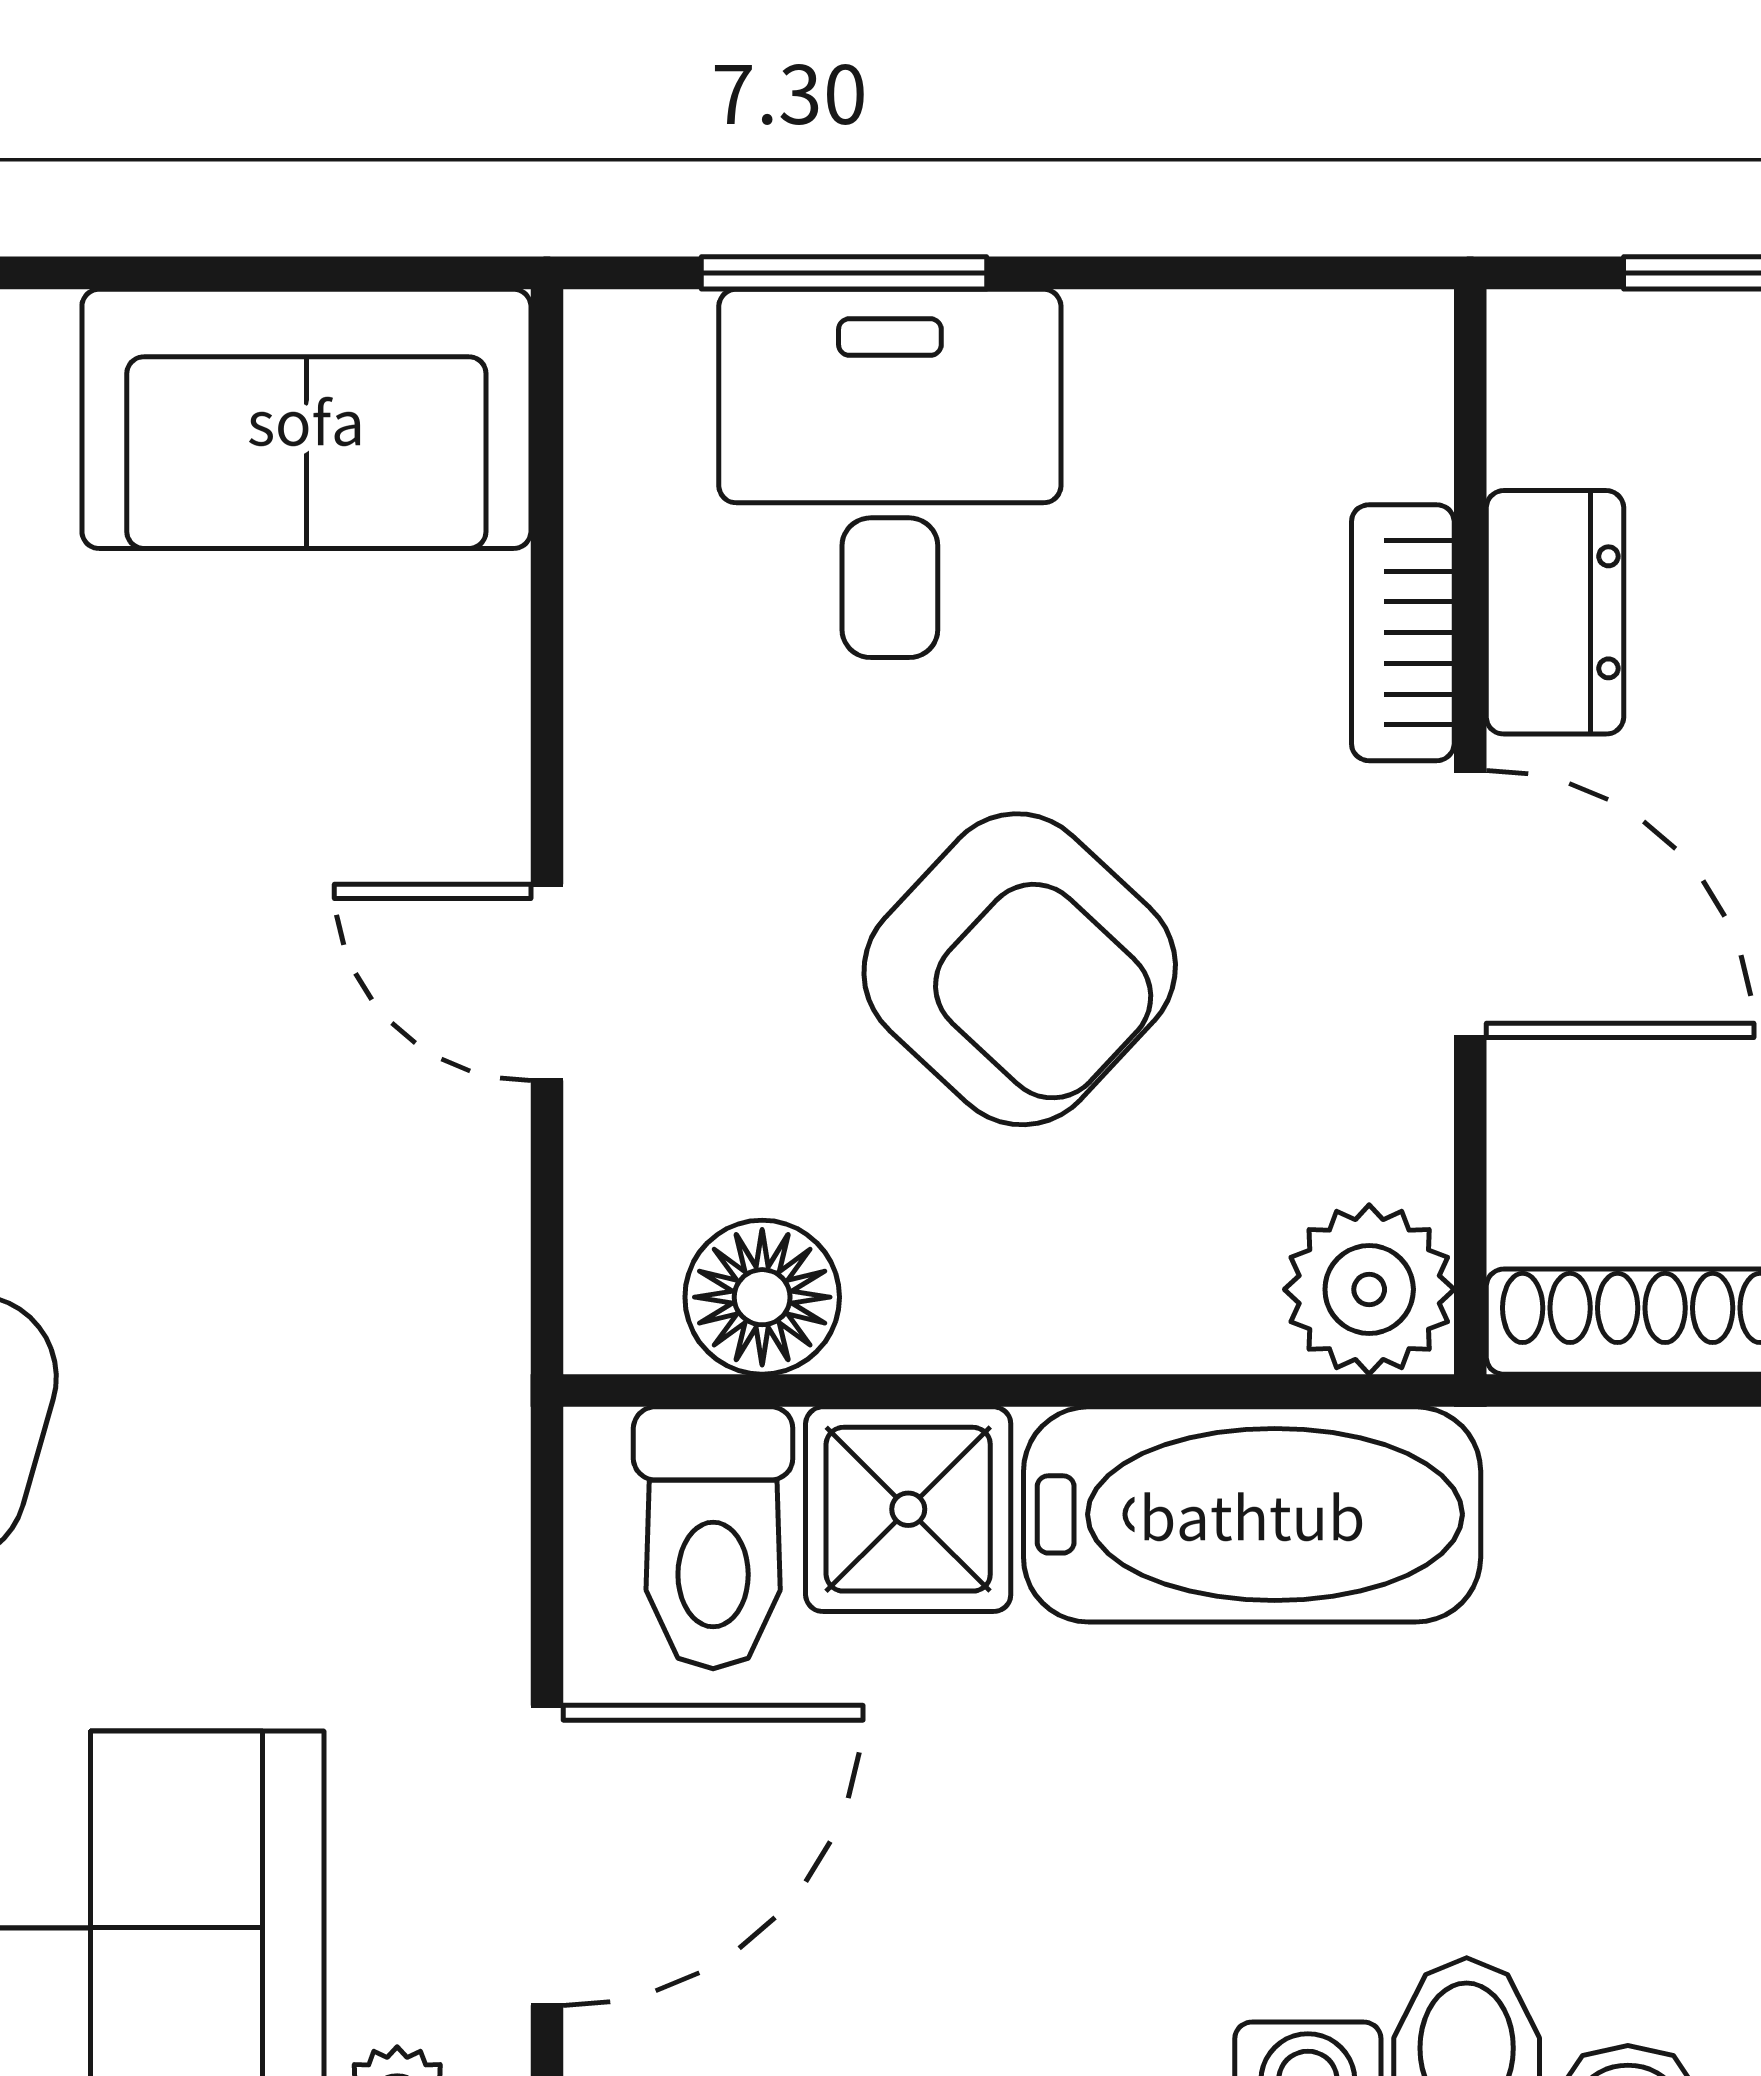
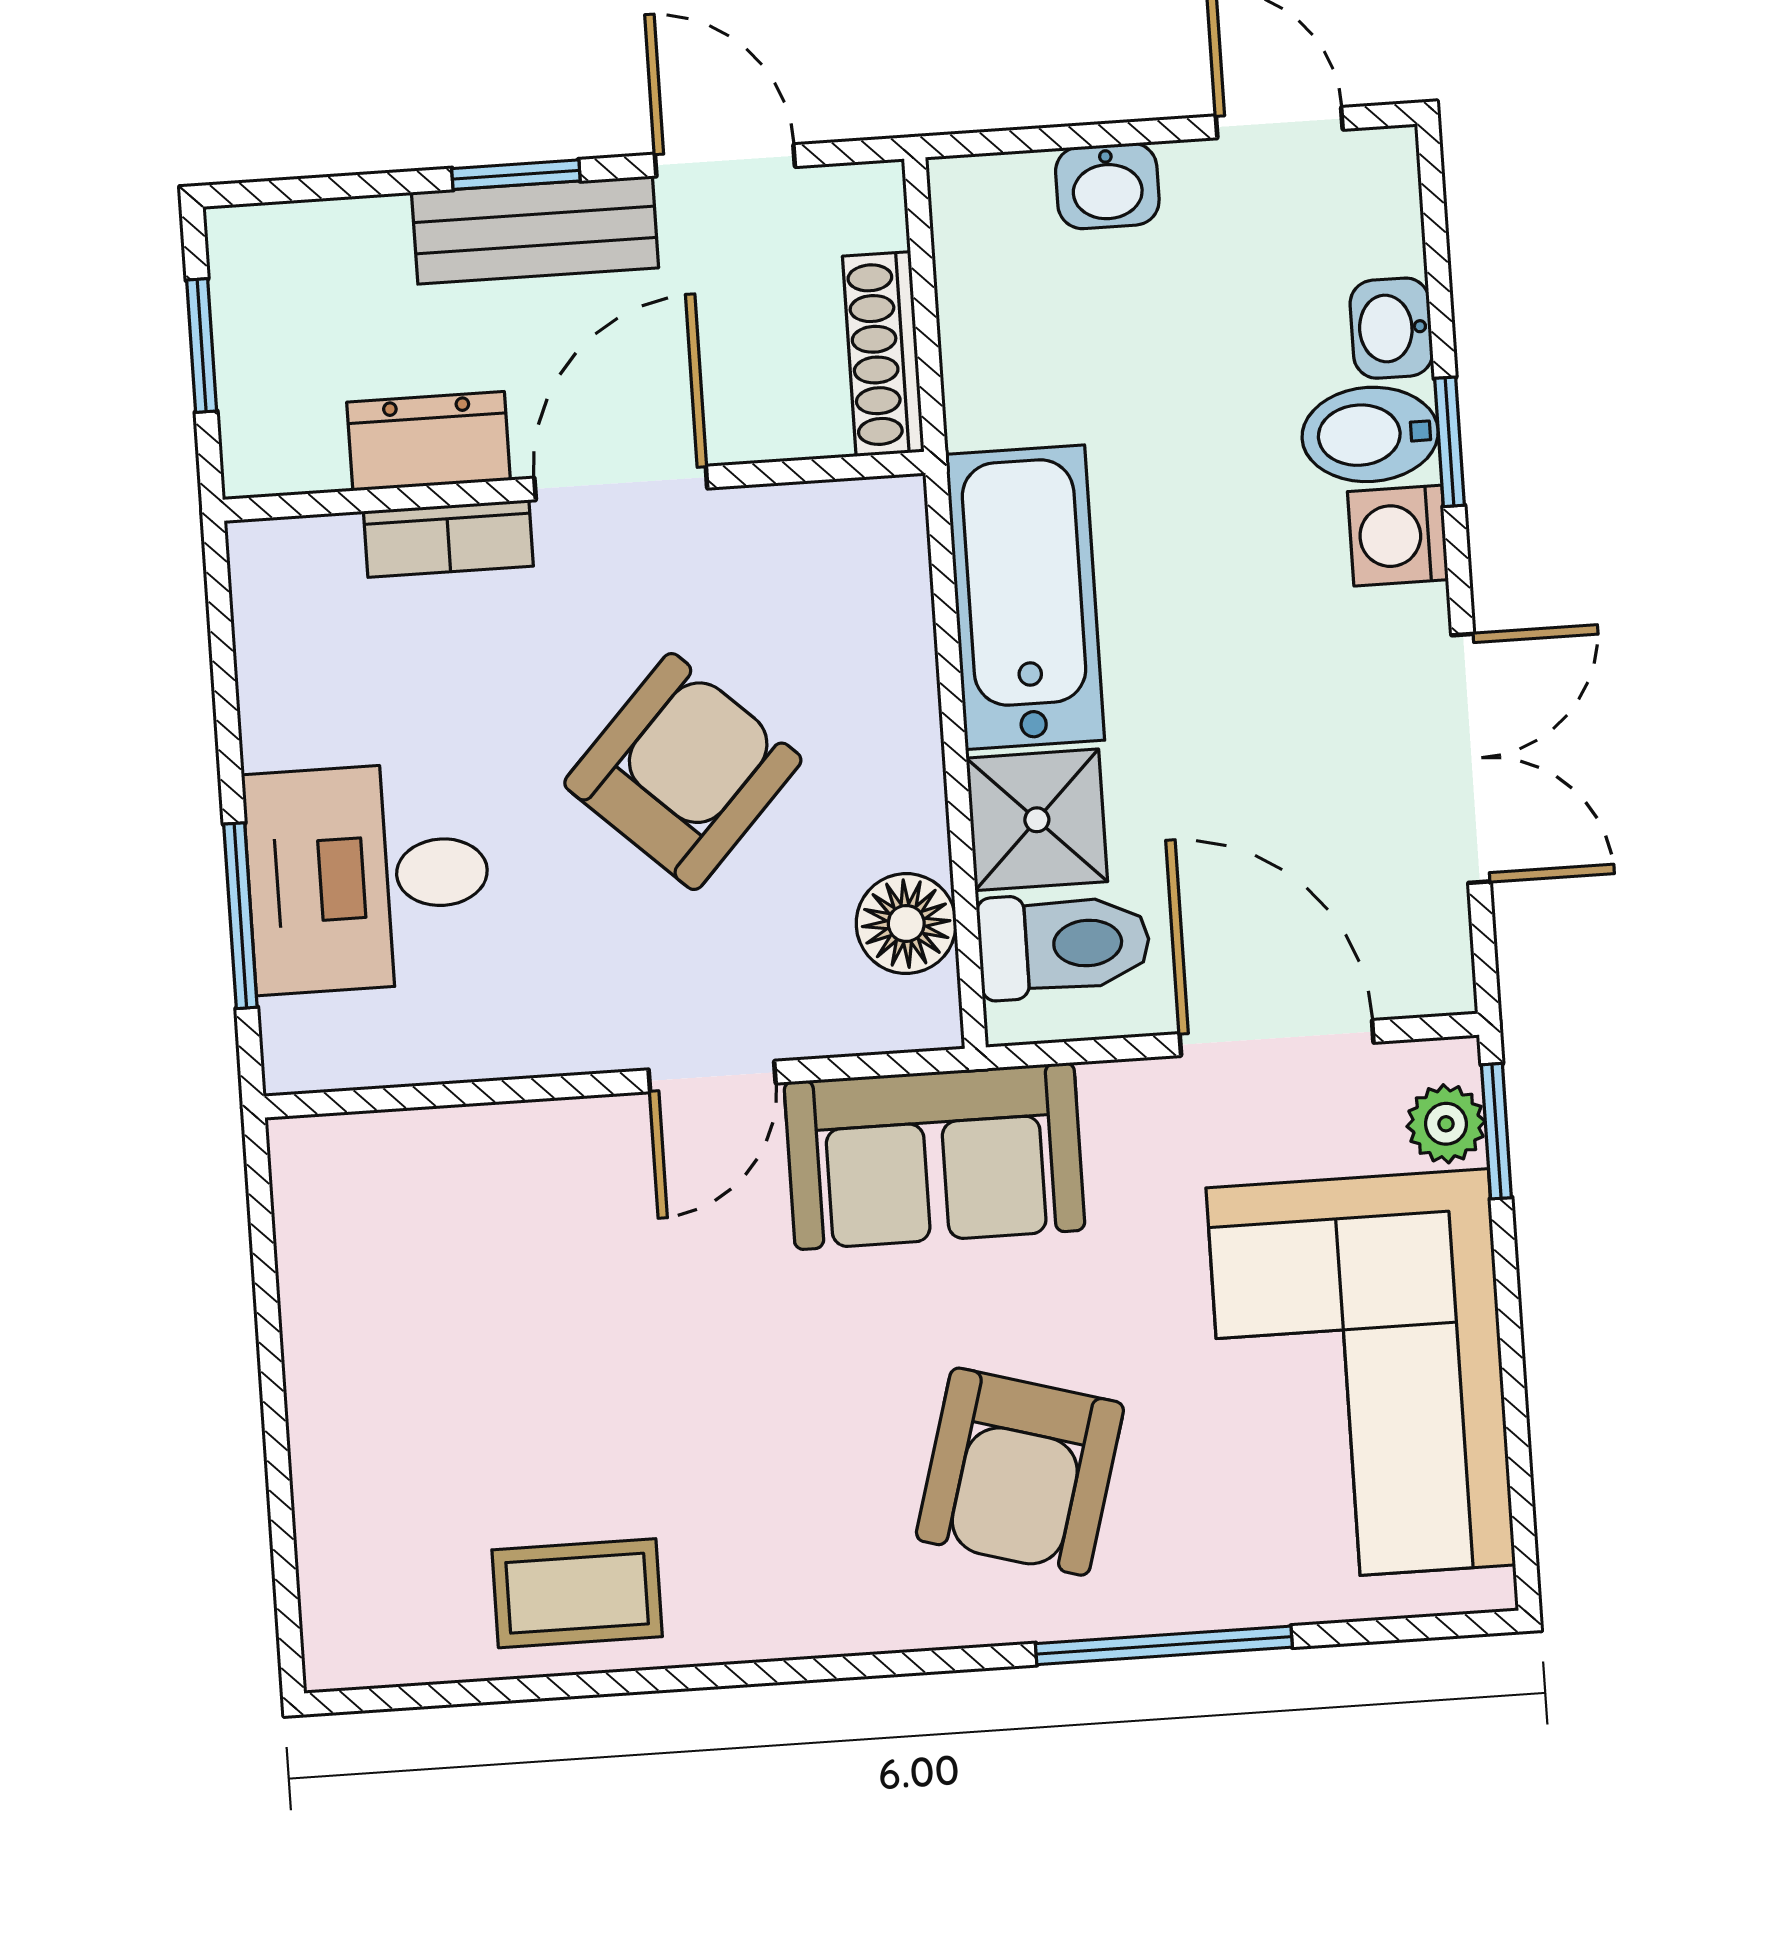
sofa: (306, 419) -> (934, 1156), moved, turned 90
plant: (1369, 1289) -> (874, 531), removed

